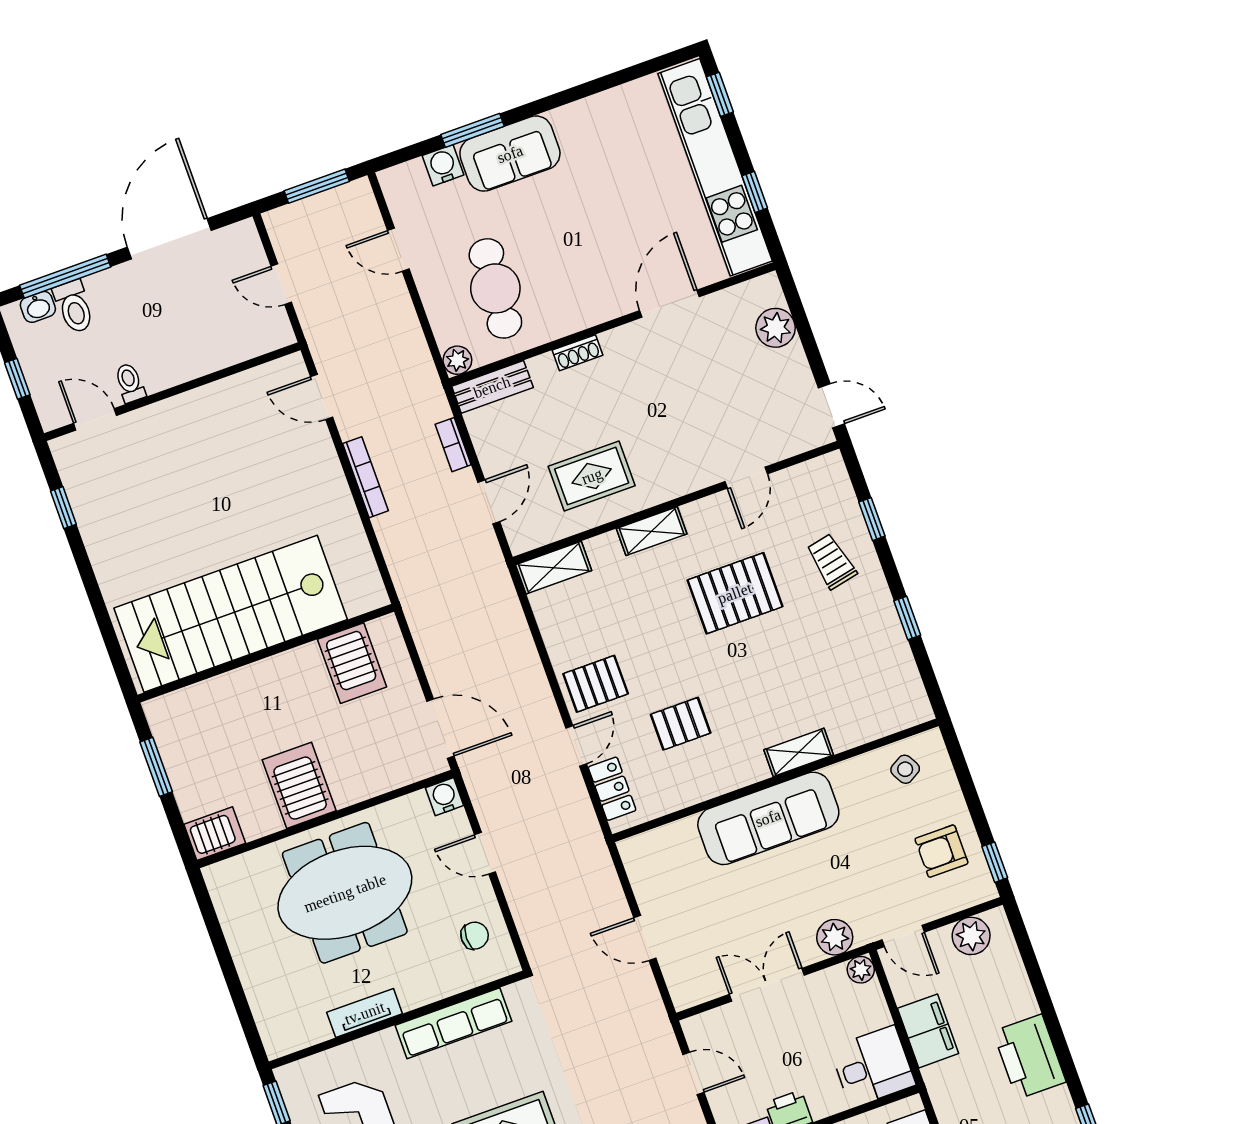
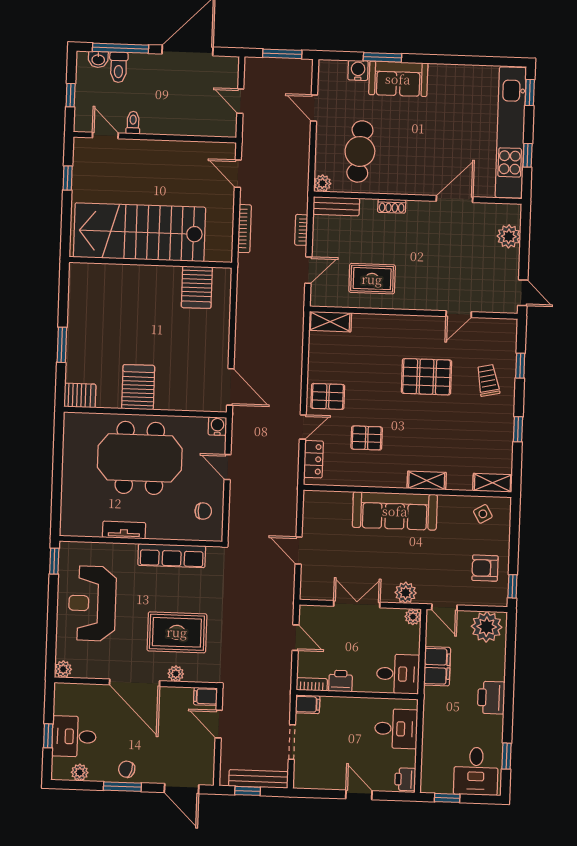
shelving: (652, 531) -> (492, 483), moved
stairs: (231, 614) -> (140, 232), moved
wall: (266, 653) -> (151, 262), moved
server rack: (352, 663) -> (197, 287), moved
plant: (971, 936) -> (487, 627), width x1.36, depth x1.36
printer: (1029, 1057) -> (491, 698), width x0.73, depth x0.84

